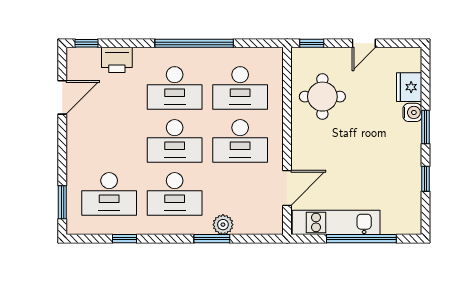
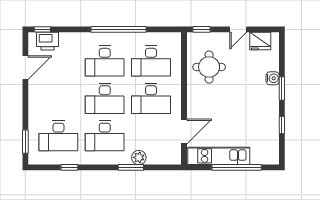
printer: (117, 60) -> (47, 41), moved
fridge: (409, 87) -> (260, 41), moved, turned -90

